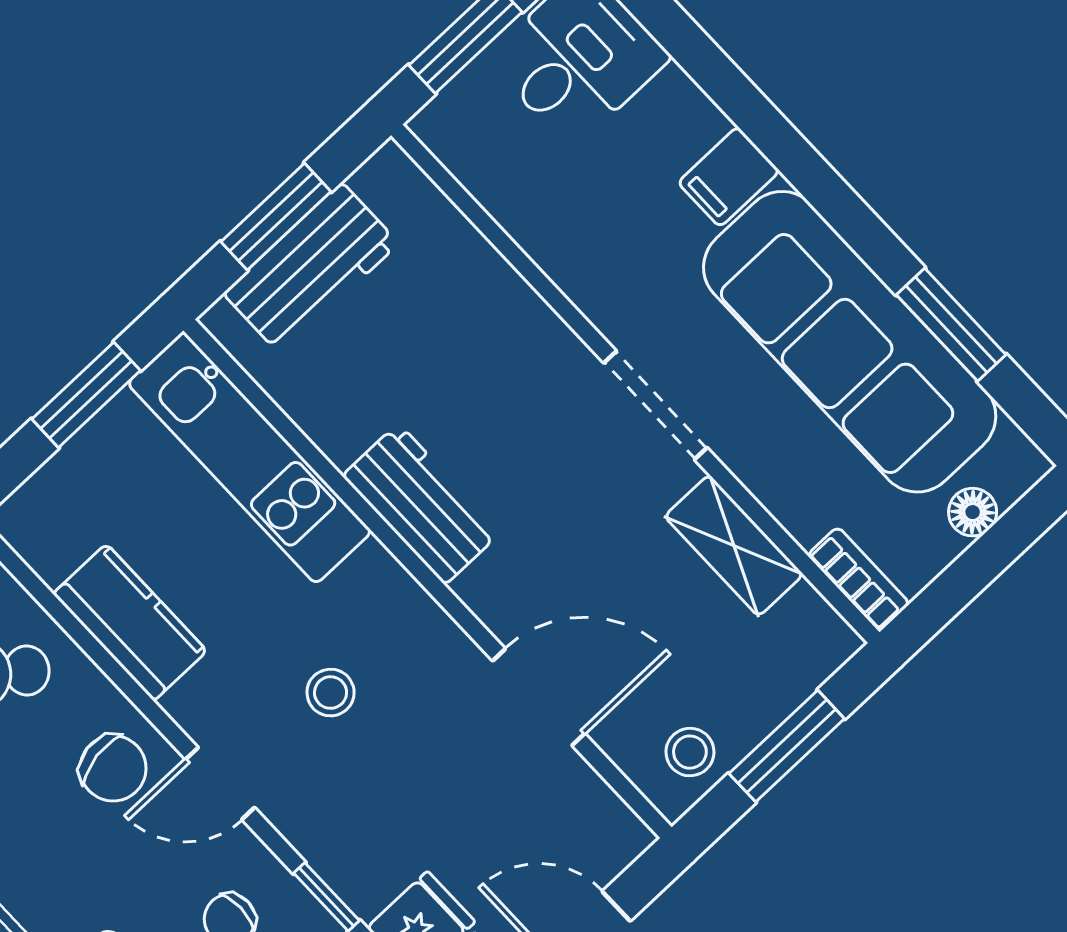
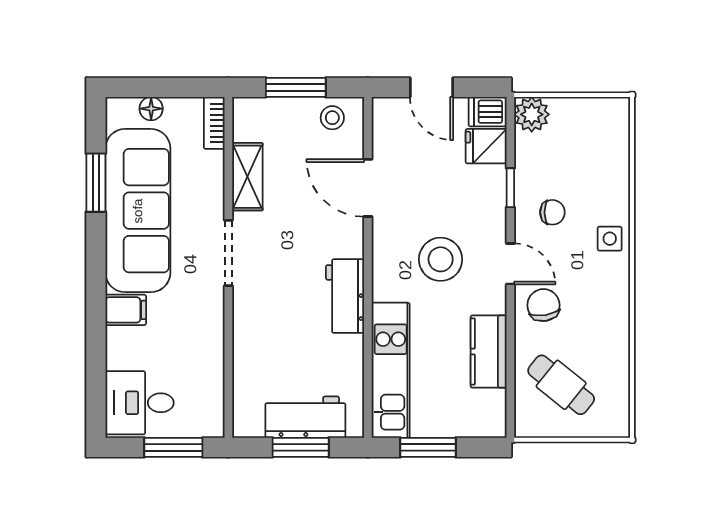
stool: (331, 693) -> (441, 259), width x1.89, depth x1.89

